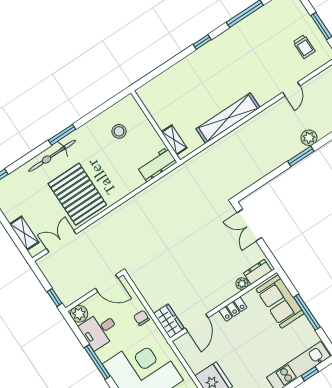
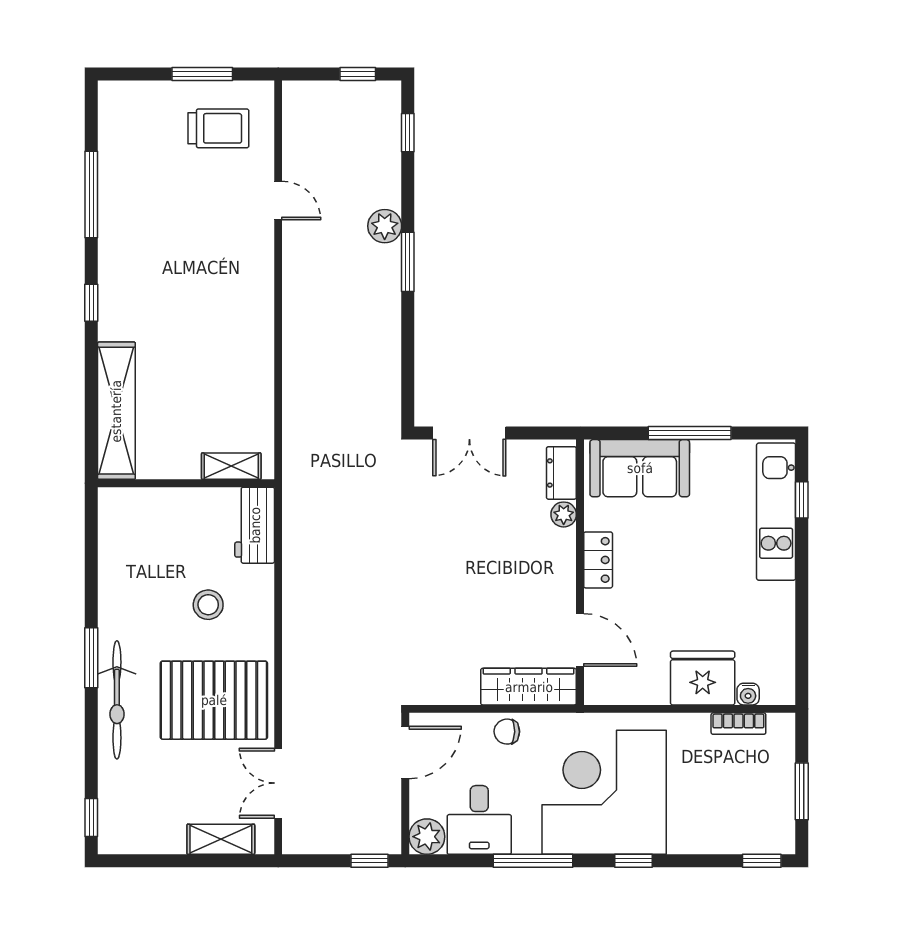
trolley: (304, 47) -> (218, 128), width x1.36, depth x1.39
shelving: (228, 118) -> (116, 411), moved
stool: (119, 131) -> (208, 605), moved
wardrobe: (169, 321) -> (529, 687), width x1.50

